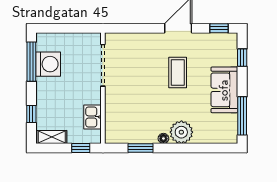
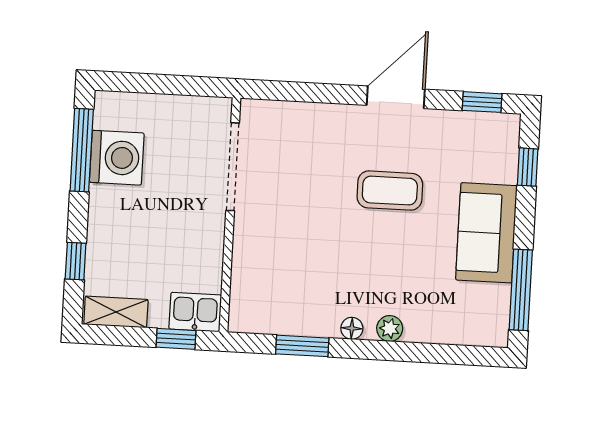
coffee table: (178, 72) -> (390, 191), turned 90
kitchen sink: (92, 117) -> (195, 312), moved, turned 90
plant: (181, 132) -> (390, 329), width x0.53, depth x0.53

